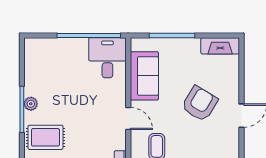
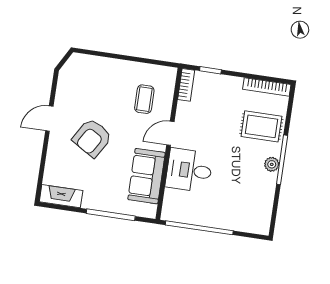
desk: (107, 58) -> (189, 170), moved, turned 90
door: (128, 119) -> (170, 133), hinge flipped

